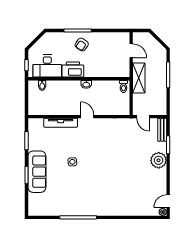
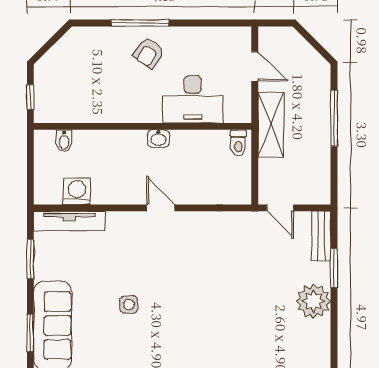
desk: (47, 66) -> (193, 99), moved
printer: (73, 69) -> (130, 107), removed
washing machine: (48, 109) -> (77, 191), added
tv unit: (61, 123) -> (69, 221), moved

